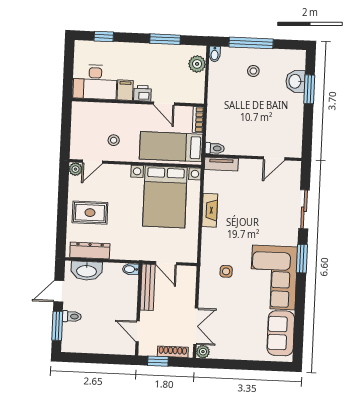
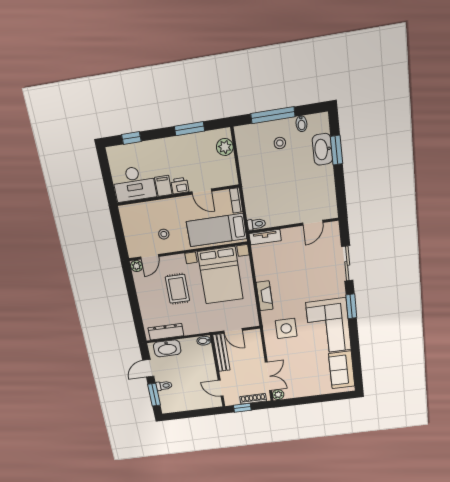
bidet: (215, 54) -> (301, 124), moved
washbasin: (295, 81) -> (322, 149), width x1.38
fireplace: (210, 210) -> (265, 296), moved
rug: (90, 213) -> (177, 289), moved, turned 90
side table: (226, 271) -> (286, 328), width x1.87, depth x1.87

